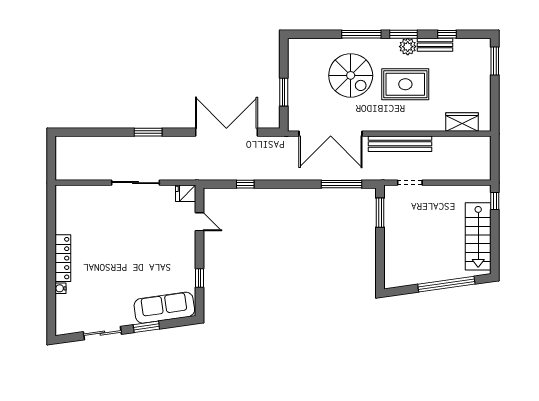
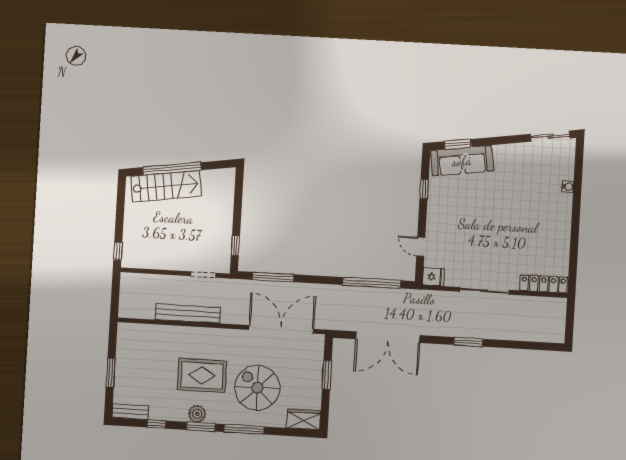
bench: (435, 45) -> (130, 412), moved
window: (495, 61) -> (111, 373), moved
wardrobe: (462, 122) -> (304, 419), moved, turned 180
bench: (400, 144) -> (188, 313), moved
window: (245, 184) -> (372, 283), width x3.17
window: (380, 213) -> (235, 246), width x0.67
stairs: (478, 236) -> (166, 186), moved, turned 82
locker: (63, 258) -> (544, 284), moved, turned 90
window: (146, 327) -> (458, 144), moved
sliding door: (102, 333) -> (550, 136), moved

